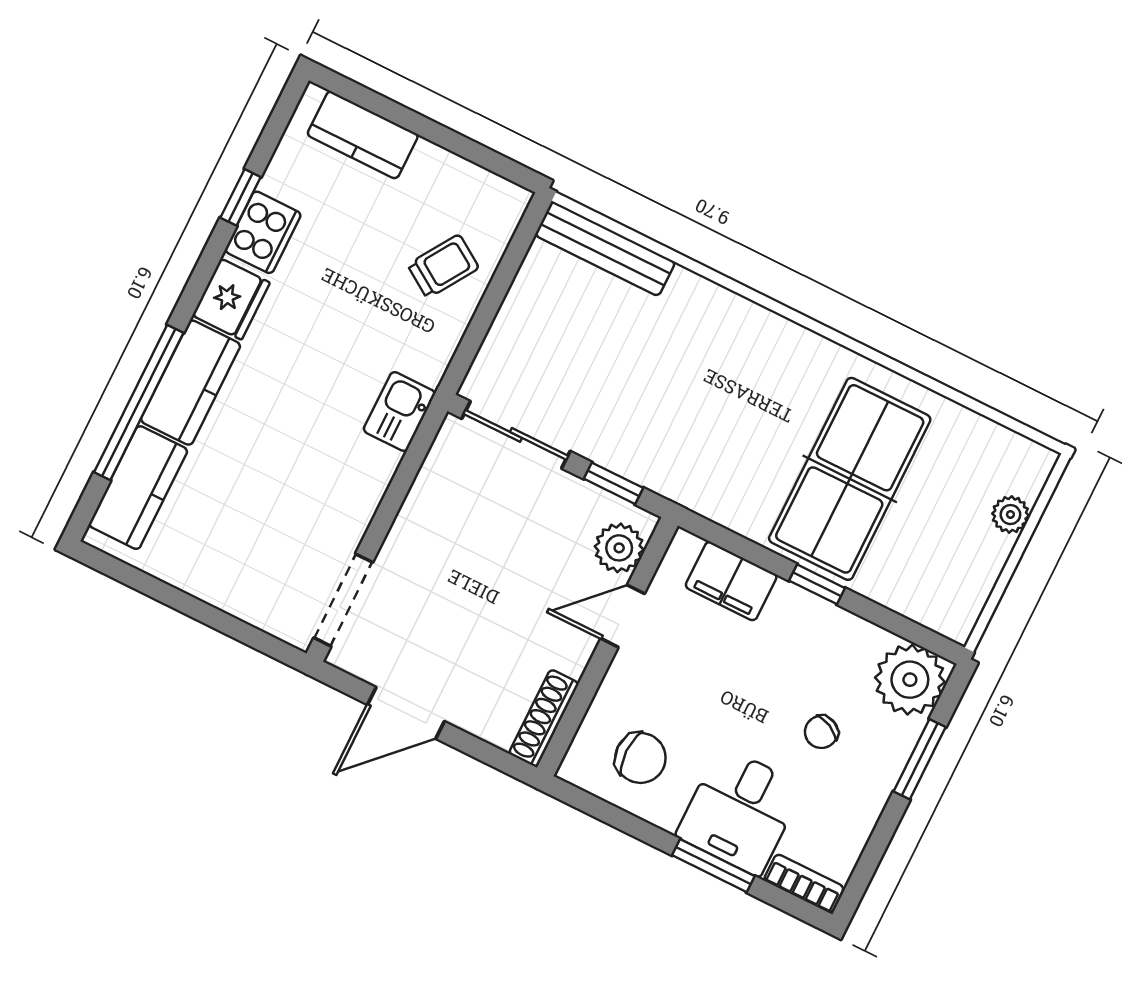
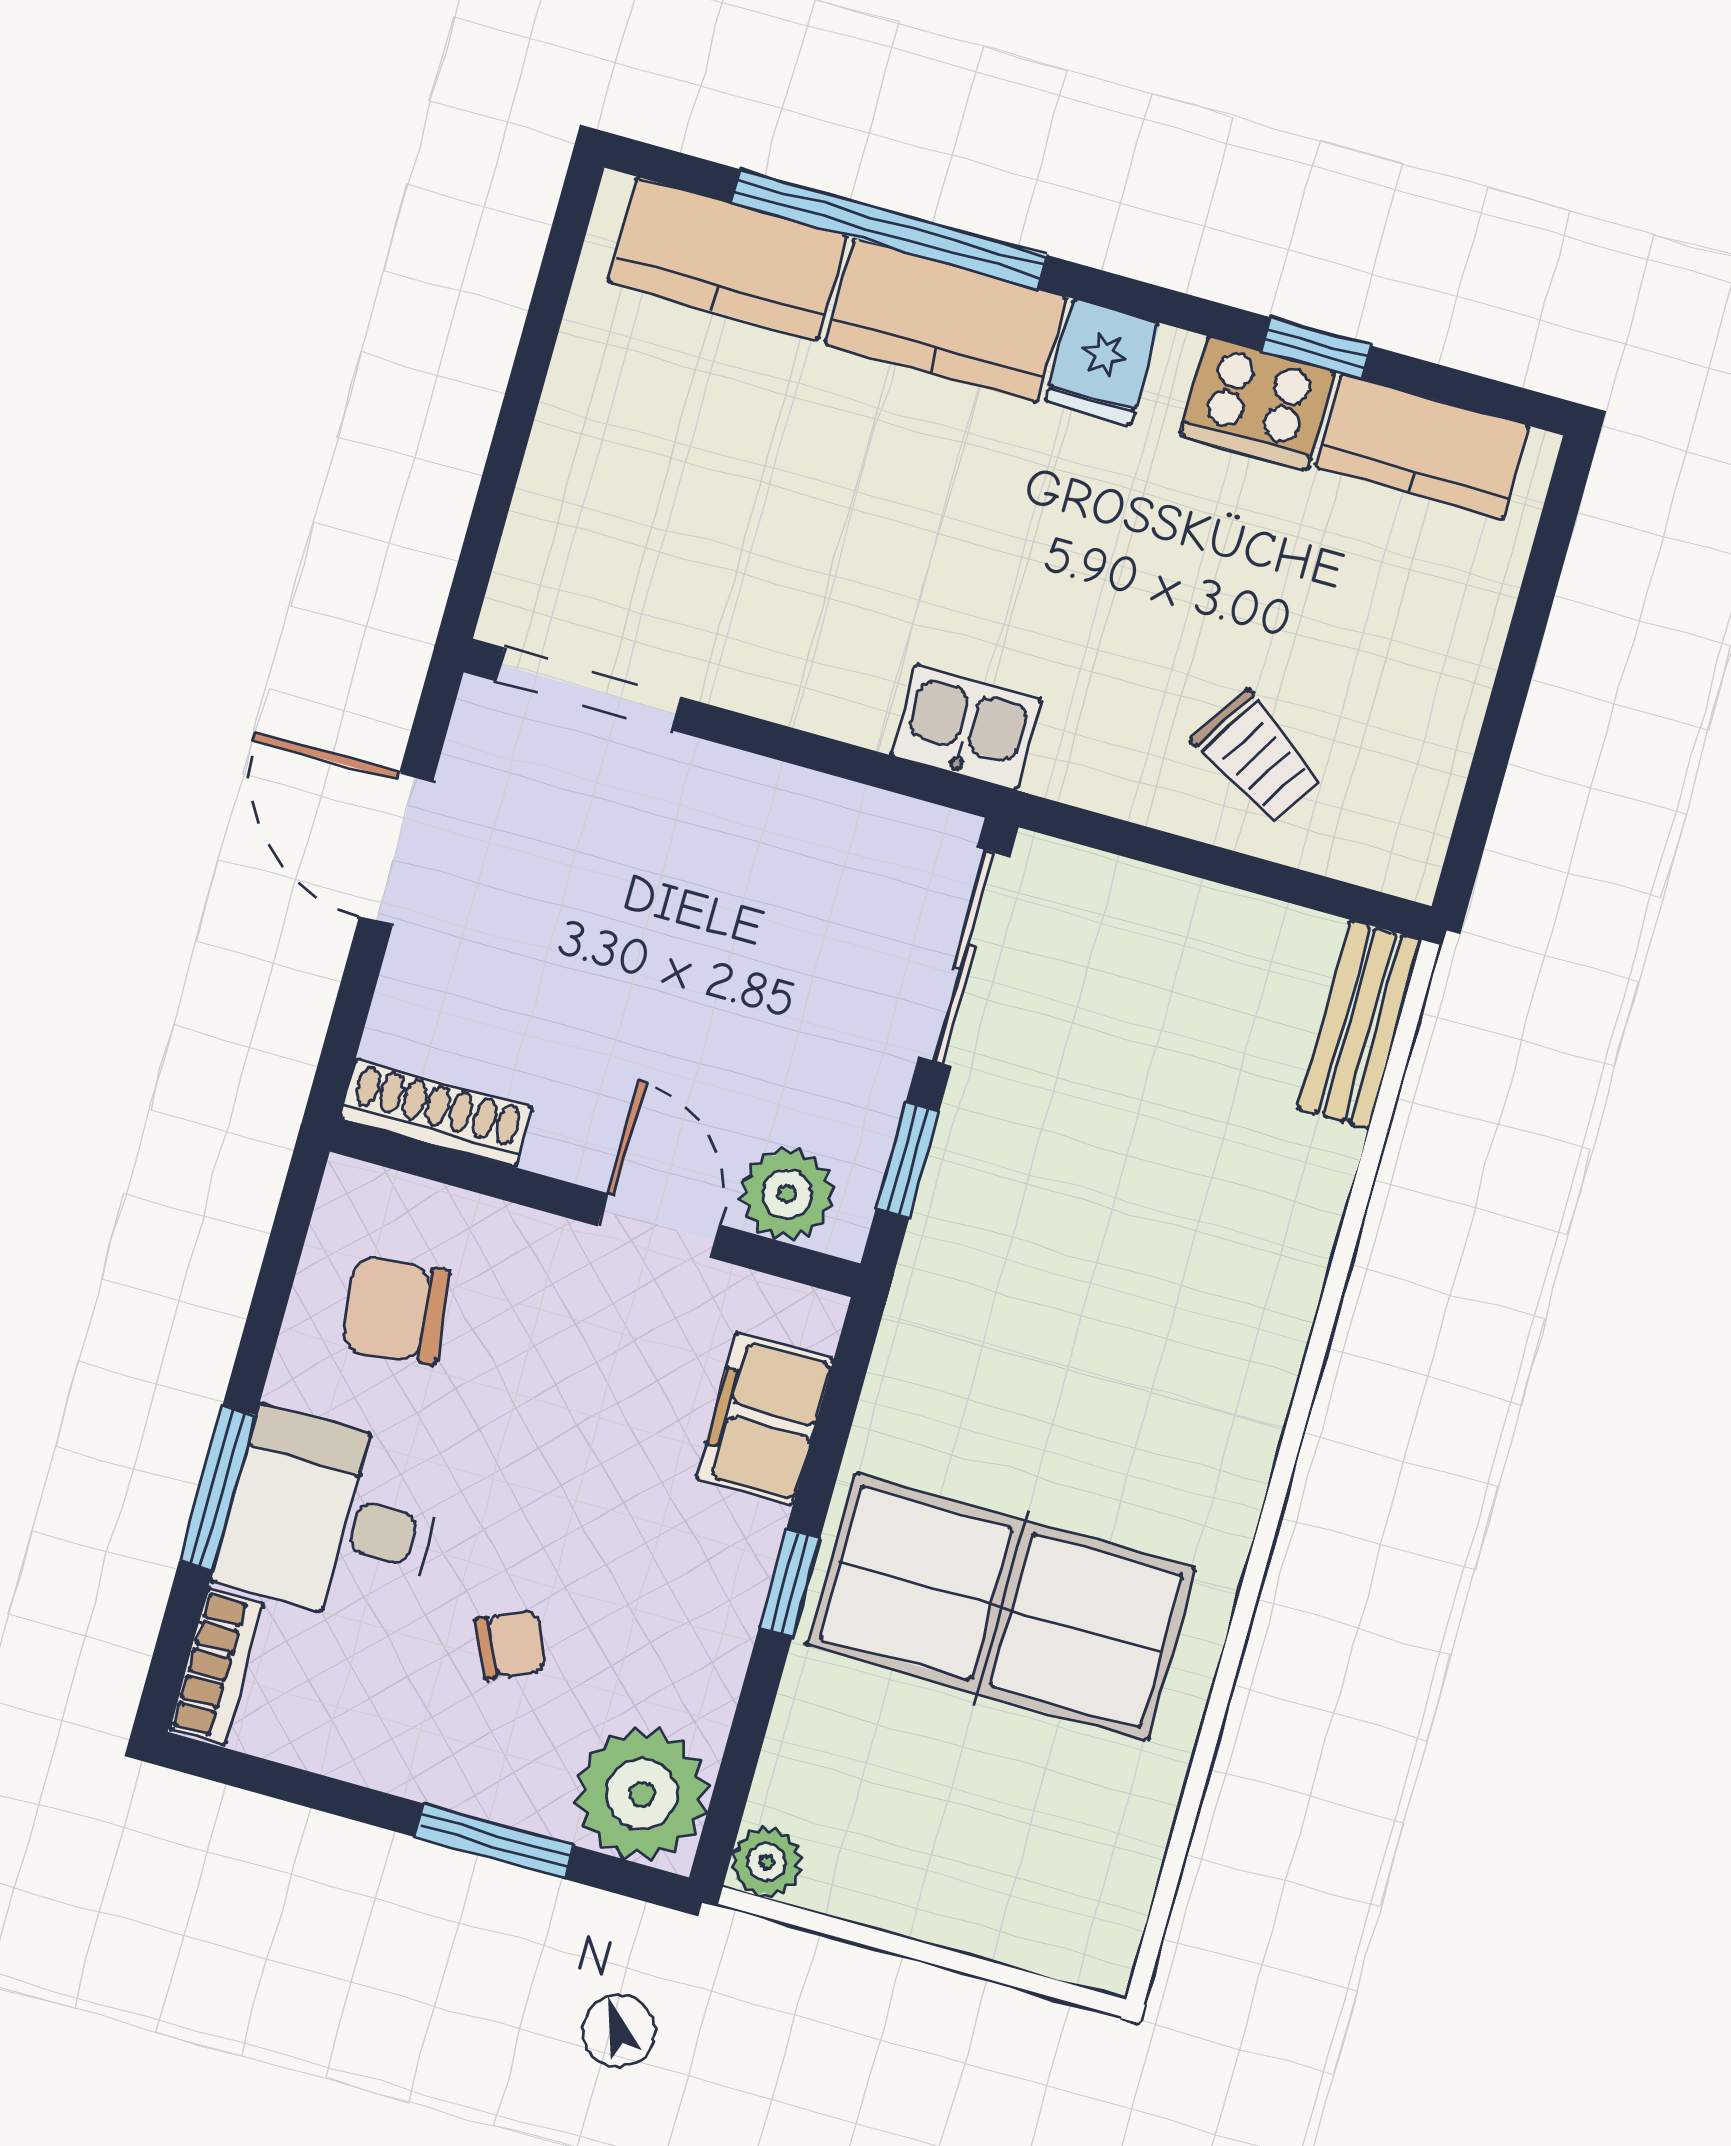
kitchen counter: (363, 135) -> (1423, 447), moved, turned -90
bench: (605, 249) -> (1360, 1024), width x0.73
fridge: (231, 299) -> (1102, 362), width x0.72
plant: (1010, 515) -> (767, 1862), moved
chair: (821, 732) -> (511, 1645), turned 130
chair: (640, 758) -> (396, 1310), turned 83

